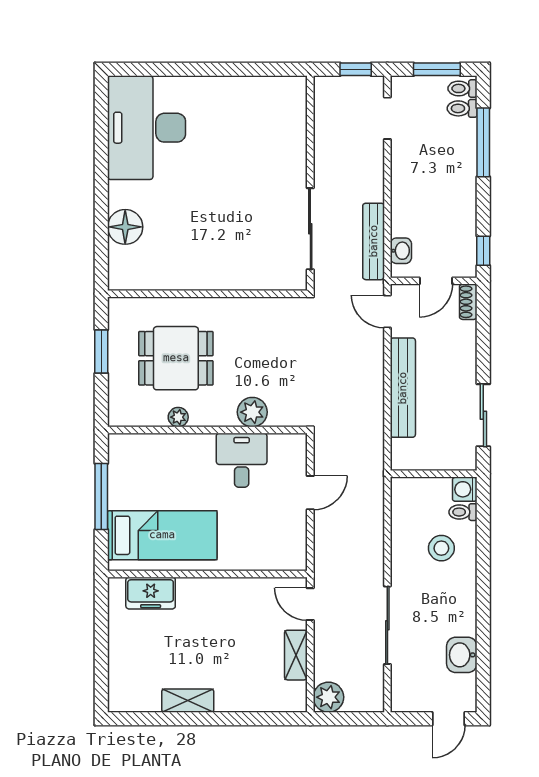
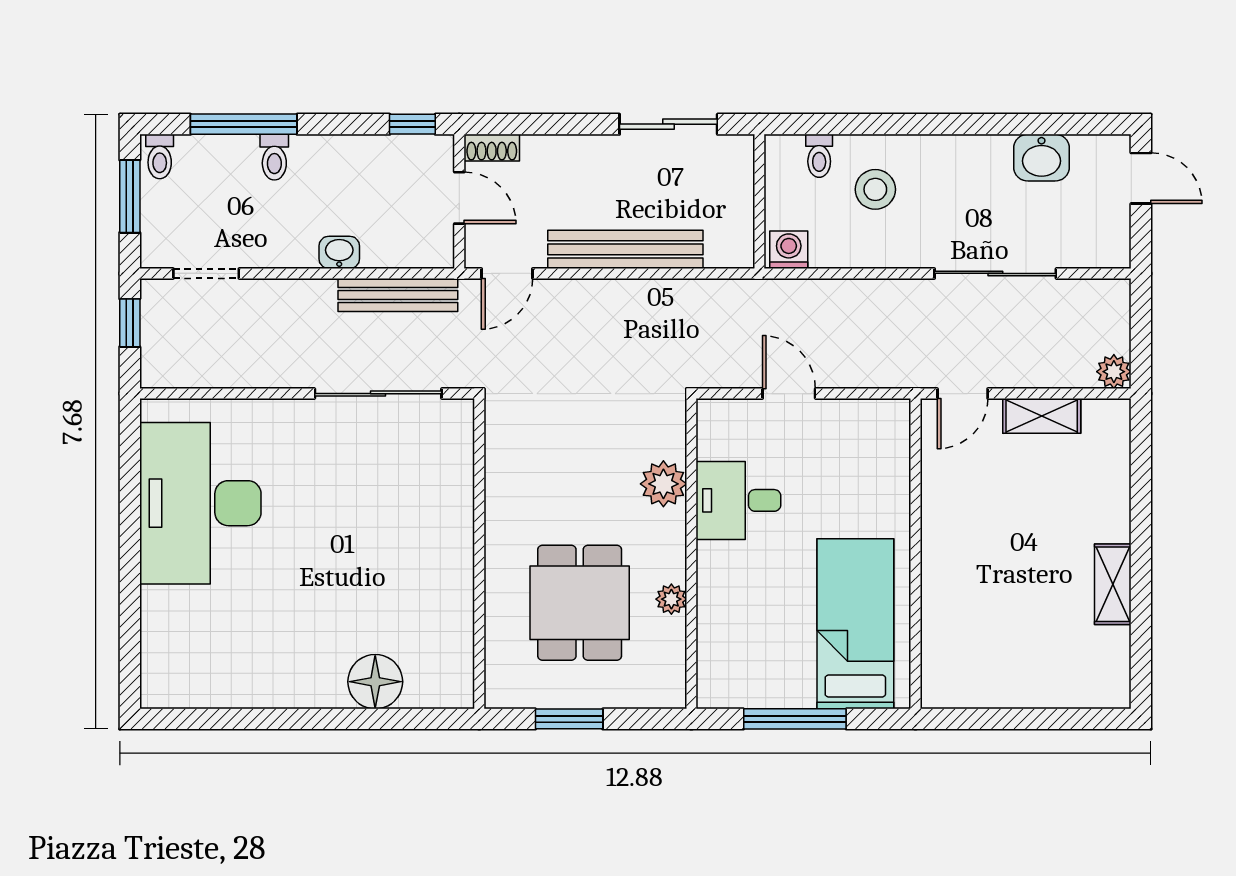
toilet: (462, 108) -> (274, 157), moved
desk: (147, 128) -> (200, 503), moved, turned 90
washbasin: (401, 251) -> (339, 252), moved
washing machine: (465, 489) -> (789, 250), moved, turned 180
freezer: (151, 593) -> (945, 642), removed
plant: (328, 697) -> (1114, 372), width x0.73, depth x0.73

